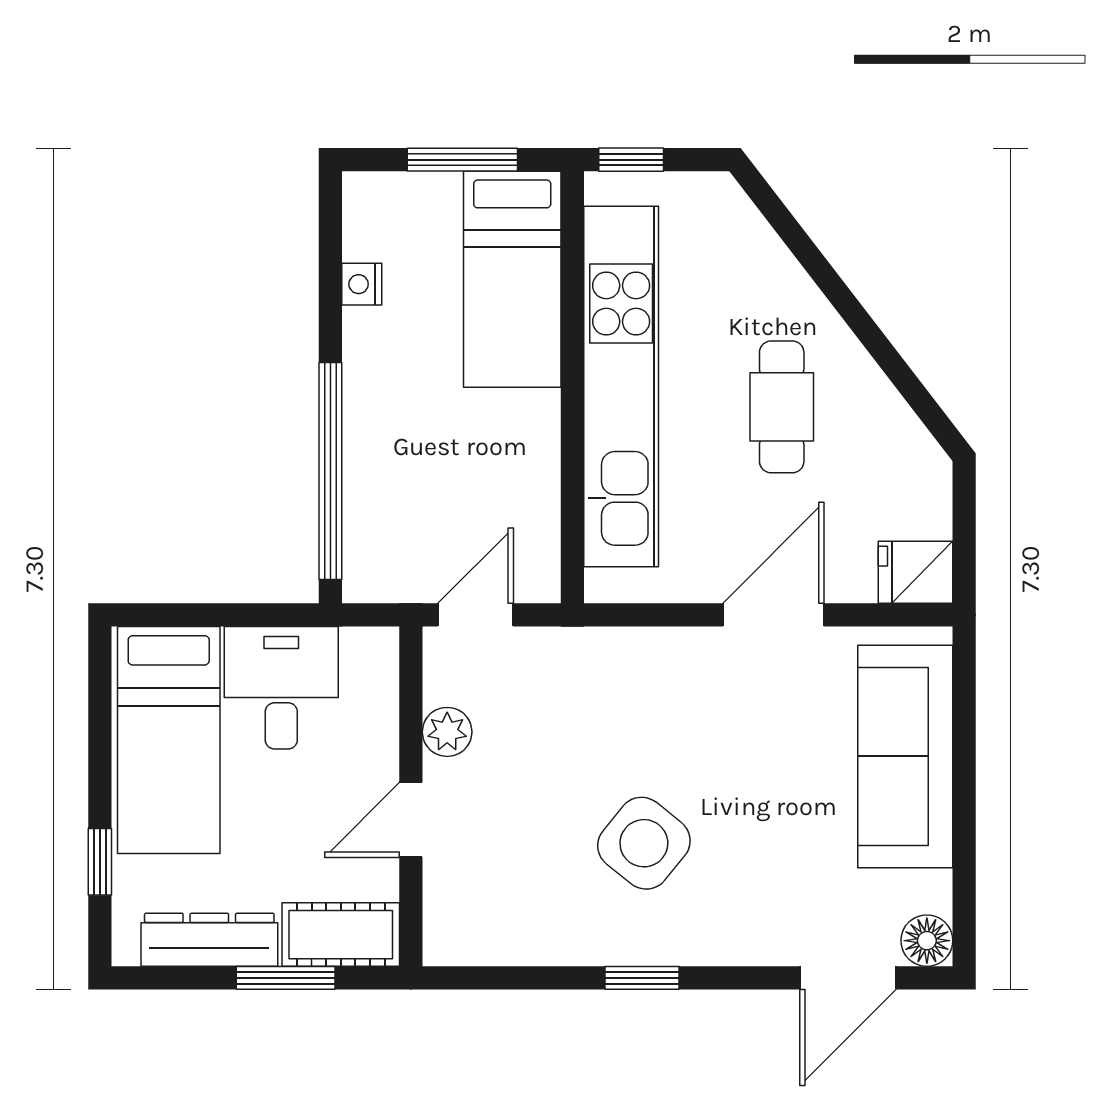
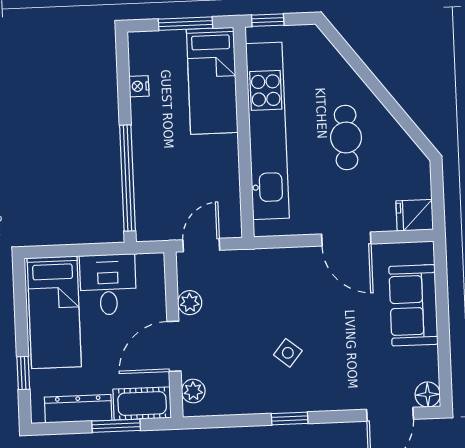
door: (773, 615) -> (346, 239), swing flipped
sofa: (905, 756) -> (413, 305), width x0.73
door: (411, 820) -> (174, 346), width x1.38
side table: (644, 843) -> (288, 353), width x0.54, depth x0.54
plant: (447, 913) -> (193, 391), added

